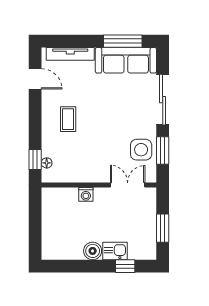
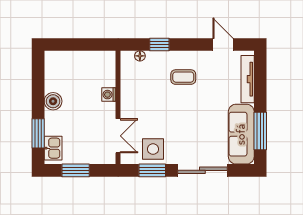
door: (35, 79) -> (223, 44), swing flipped
window: (35, 159) -> (159, 44), moved
kitchen sink: (115, 251) -> (53, 148), moved
window: (125, 266) -> (38, 133), width x1.50

